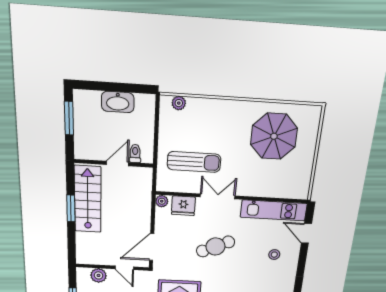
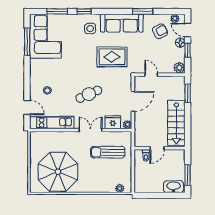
washbasin: (118, 102) -> (174, 187), moved
parasol: (274, 136) -> (58, 172), width x1.36, depth x1.36
double door: (218, 196) -> (90, 130), swing flipped
window: (71, 208) -> (188, 93), moved
door: (152, 247) -> (133, 101), moved
plant: (99, 275) -> (179, 68), moved

